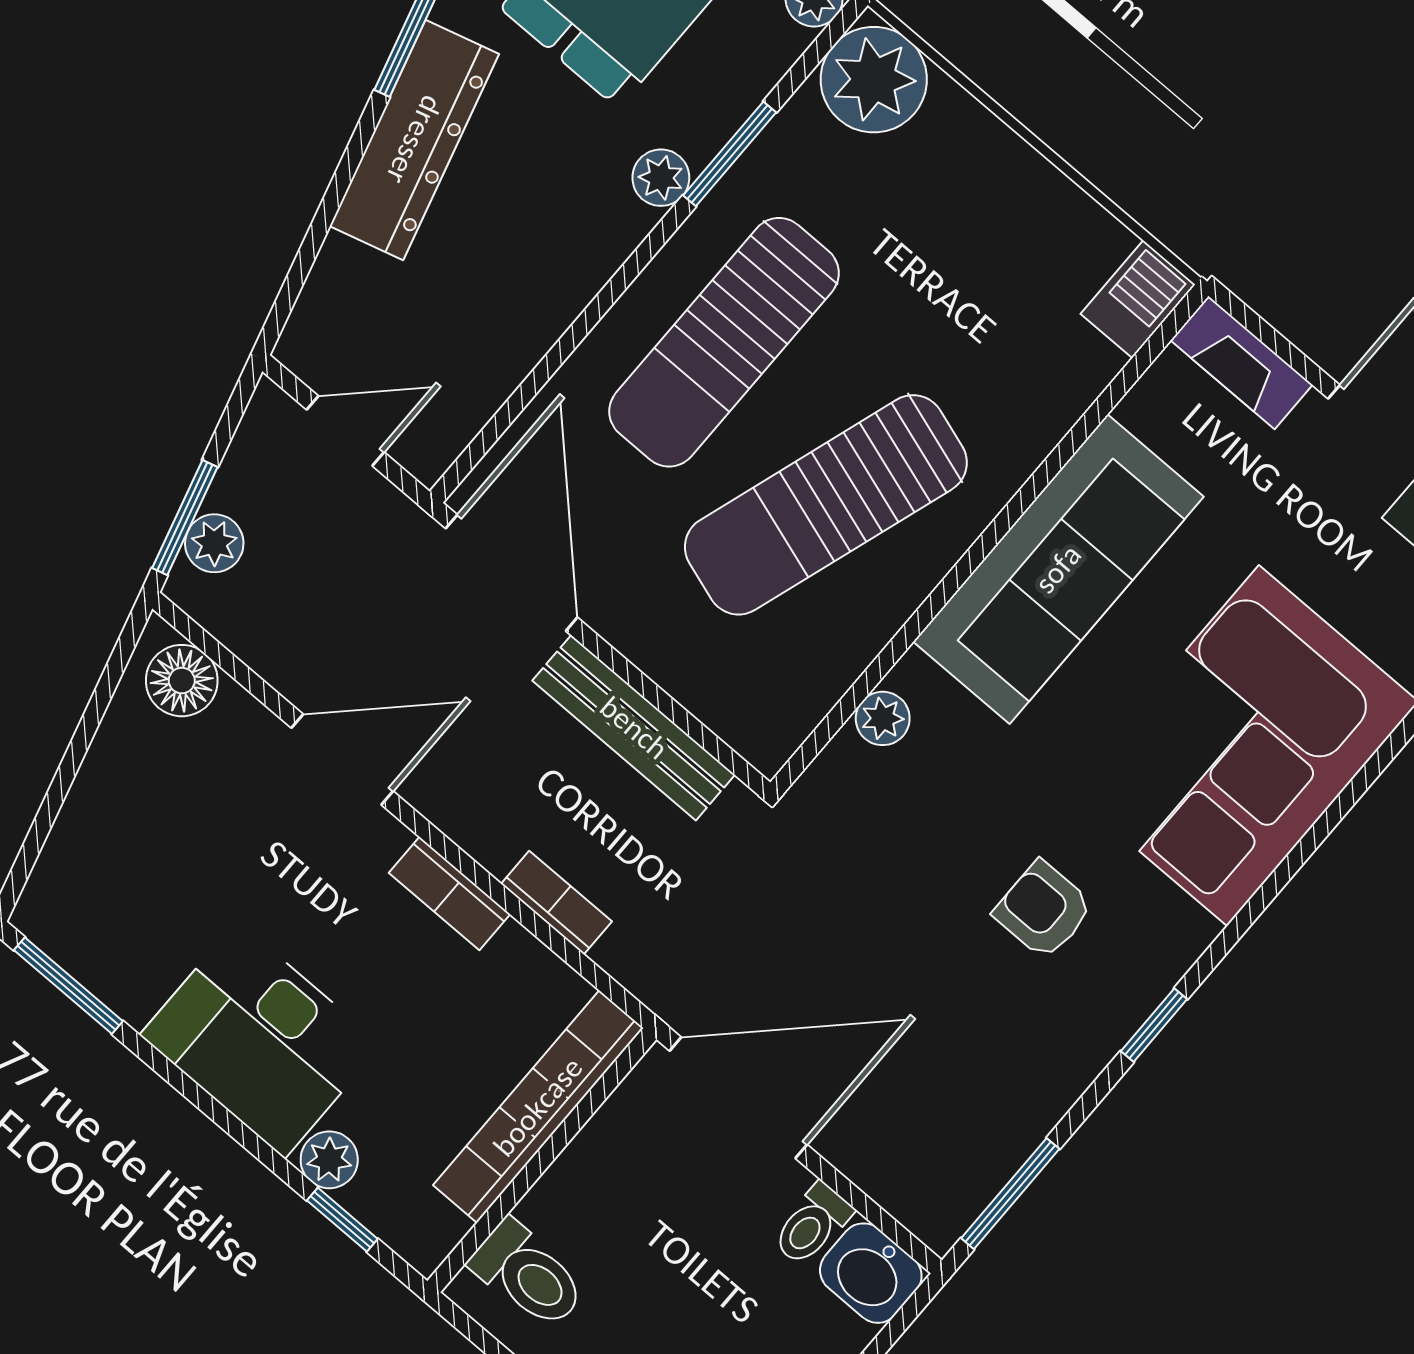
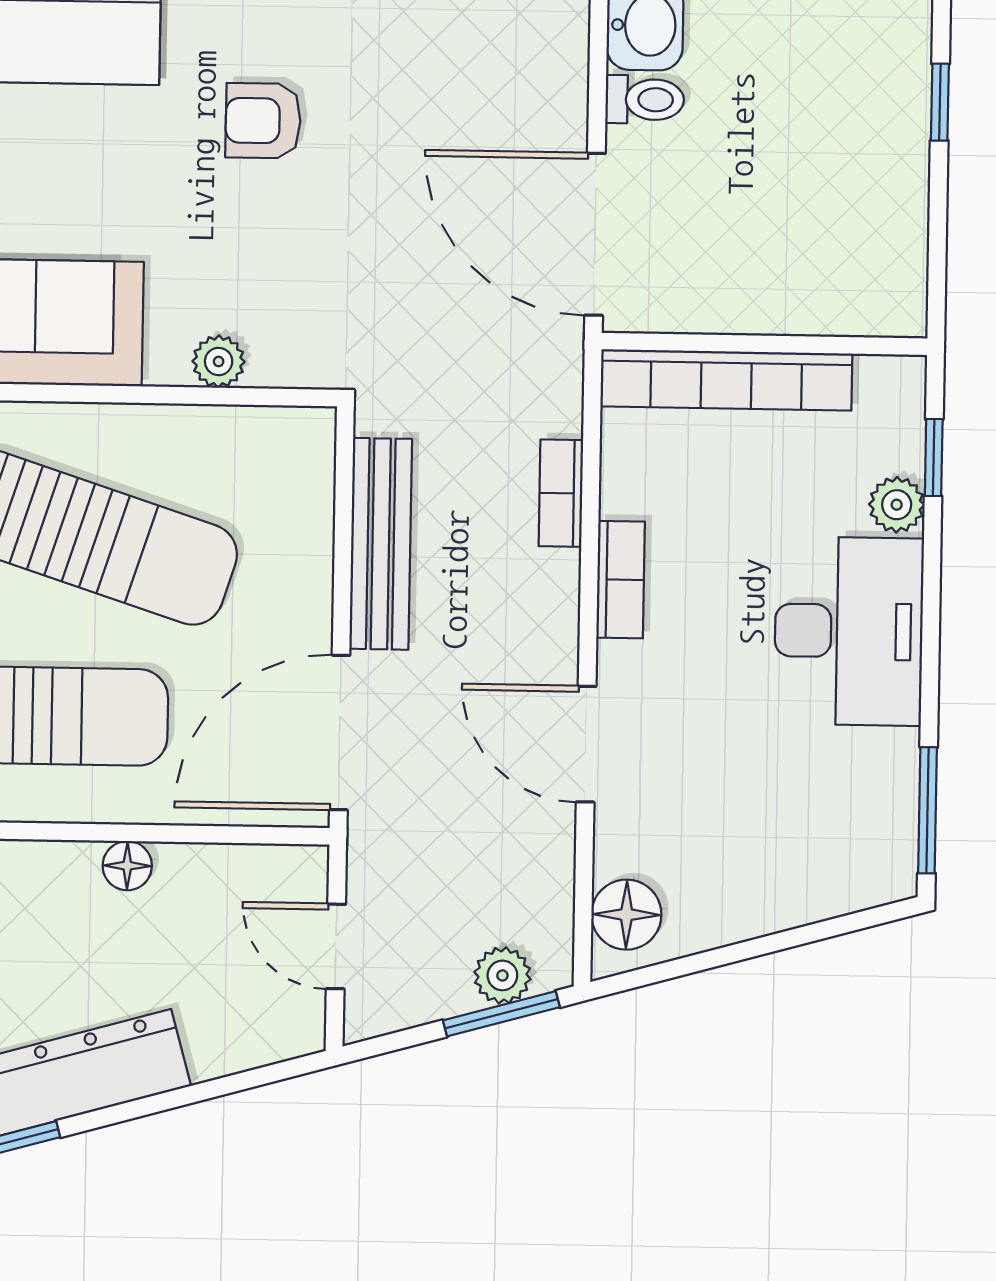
floor lamp: (545, 319) -> (127, 866), added
armchair: (1043, 910) -> (263, 121), turned 90
toilet: (528, 1275) -> (860, 283), removed

